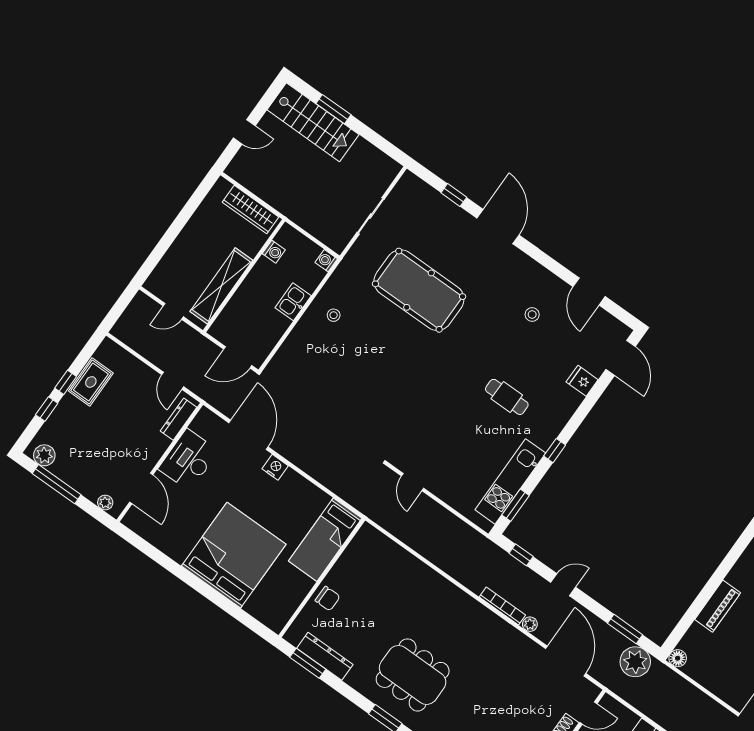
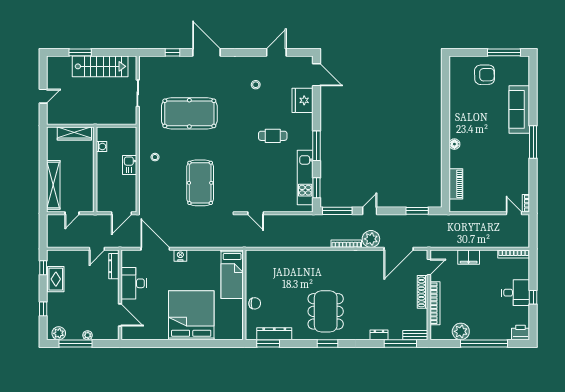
stairs: (313, 122) -> (100, 66), moved
washing machine: (326, 261) -> (131, 132), removed
shelving: (221, 286) -> (53, 185), moved
door: (589, 291) -> (276, 52), swing flipped
door: (173, 381) -> (97, 249), hinge flipped
fridge: (582, 381) -> (303, 100), width x1.88, depth x1.34
window: (66, 382) -> (43, 268), moved
pool table: (368, 391) -> (200, 183), added
window: (555, 451) -> (316, 146), width x2.17
plant: (105, 503) -> (88, 335), moved
window: (521, 555) -> (337, 211), width x2.17
piano: (718, 606) -> (456, 184), moved
plant: (530, 624) -> (371, 239), width x1.88, depth x1.88
floor lamp: (678, 658) -> (454, 144), moved
door: (566, 661) -> (399, 249), swing flipped
plant: (635, 662) -> (434, 224), removed
dining table: (413, 675) -> (326, 311), turned 90

